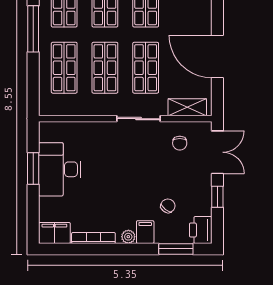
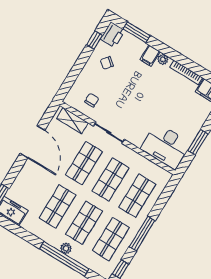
double door: (217, 152) -> (71, 79), removed
desk: (60, 169) -> (166, 146), moved, turned 90
window: (217, 197) -> (94, 40), moved
chair: (168, 206) -> (107, 63), moved

